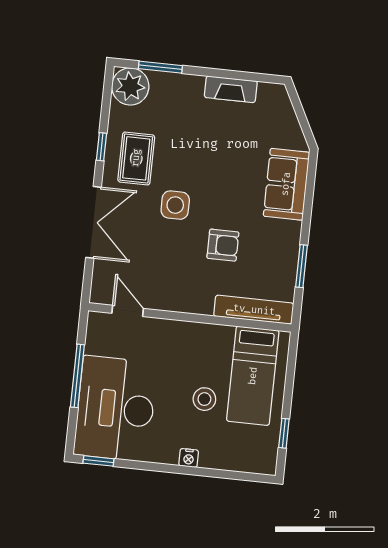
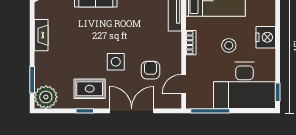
armchair: (223, 245) -> (151, 70), moved
bookcase: (193, 329) -> (191, 43), added
window: (77, 376) -> (210, 111), moved
stool: (204, 399) -> (229, 45), moved
nightstand: (189, 458) -> (266, 37), width x1.89, depth x1.79

